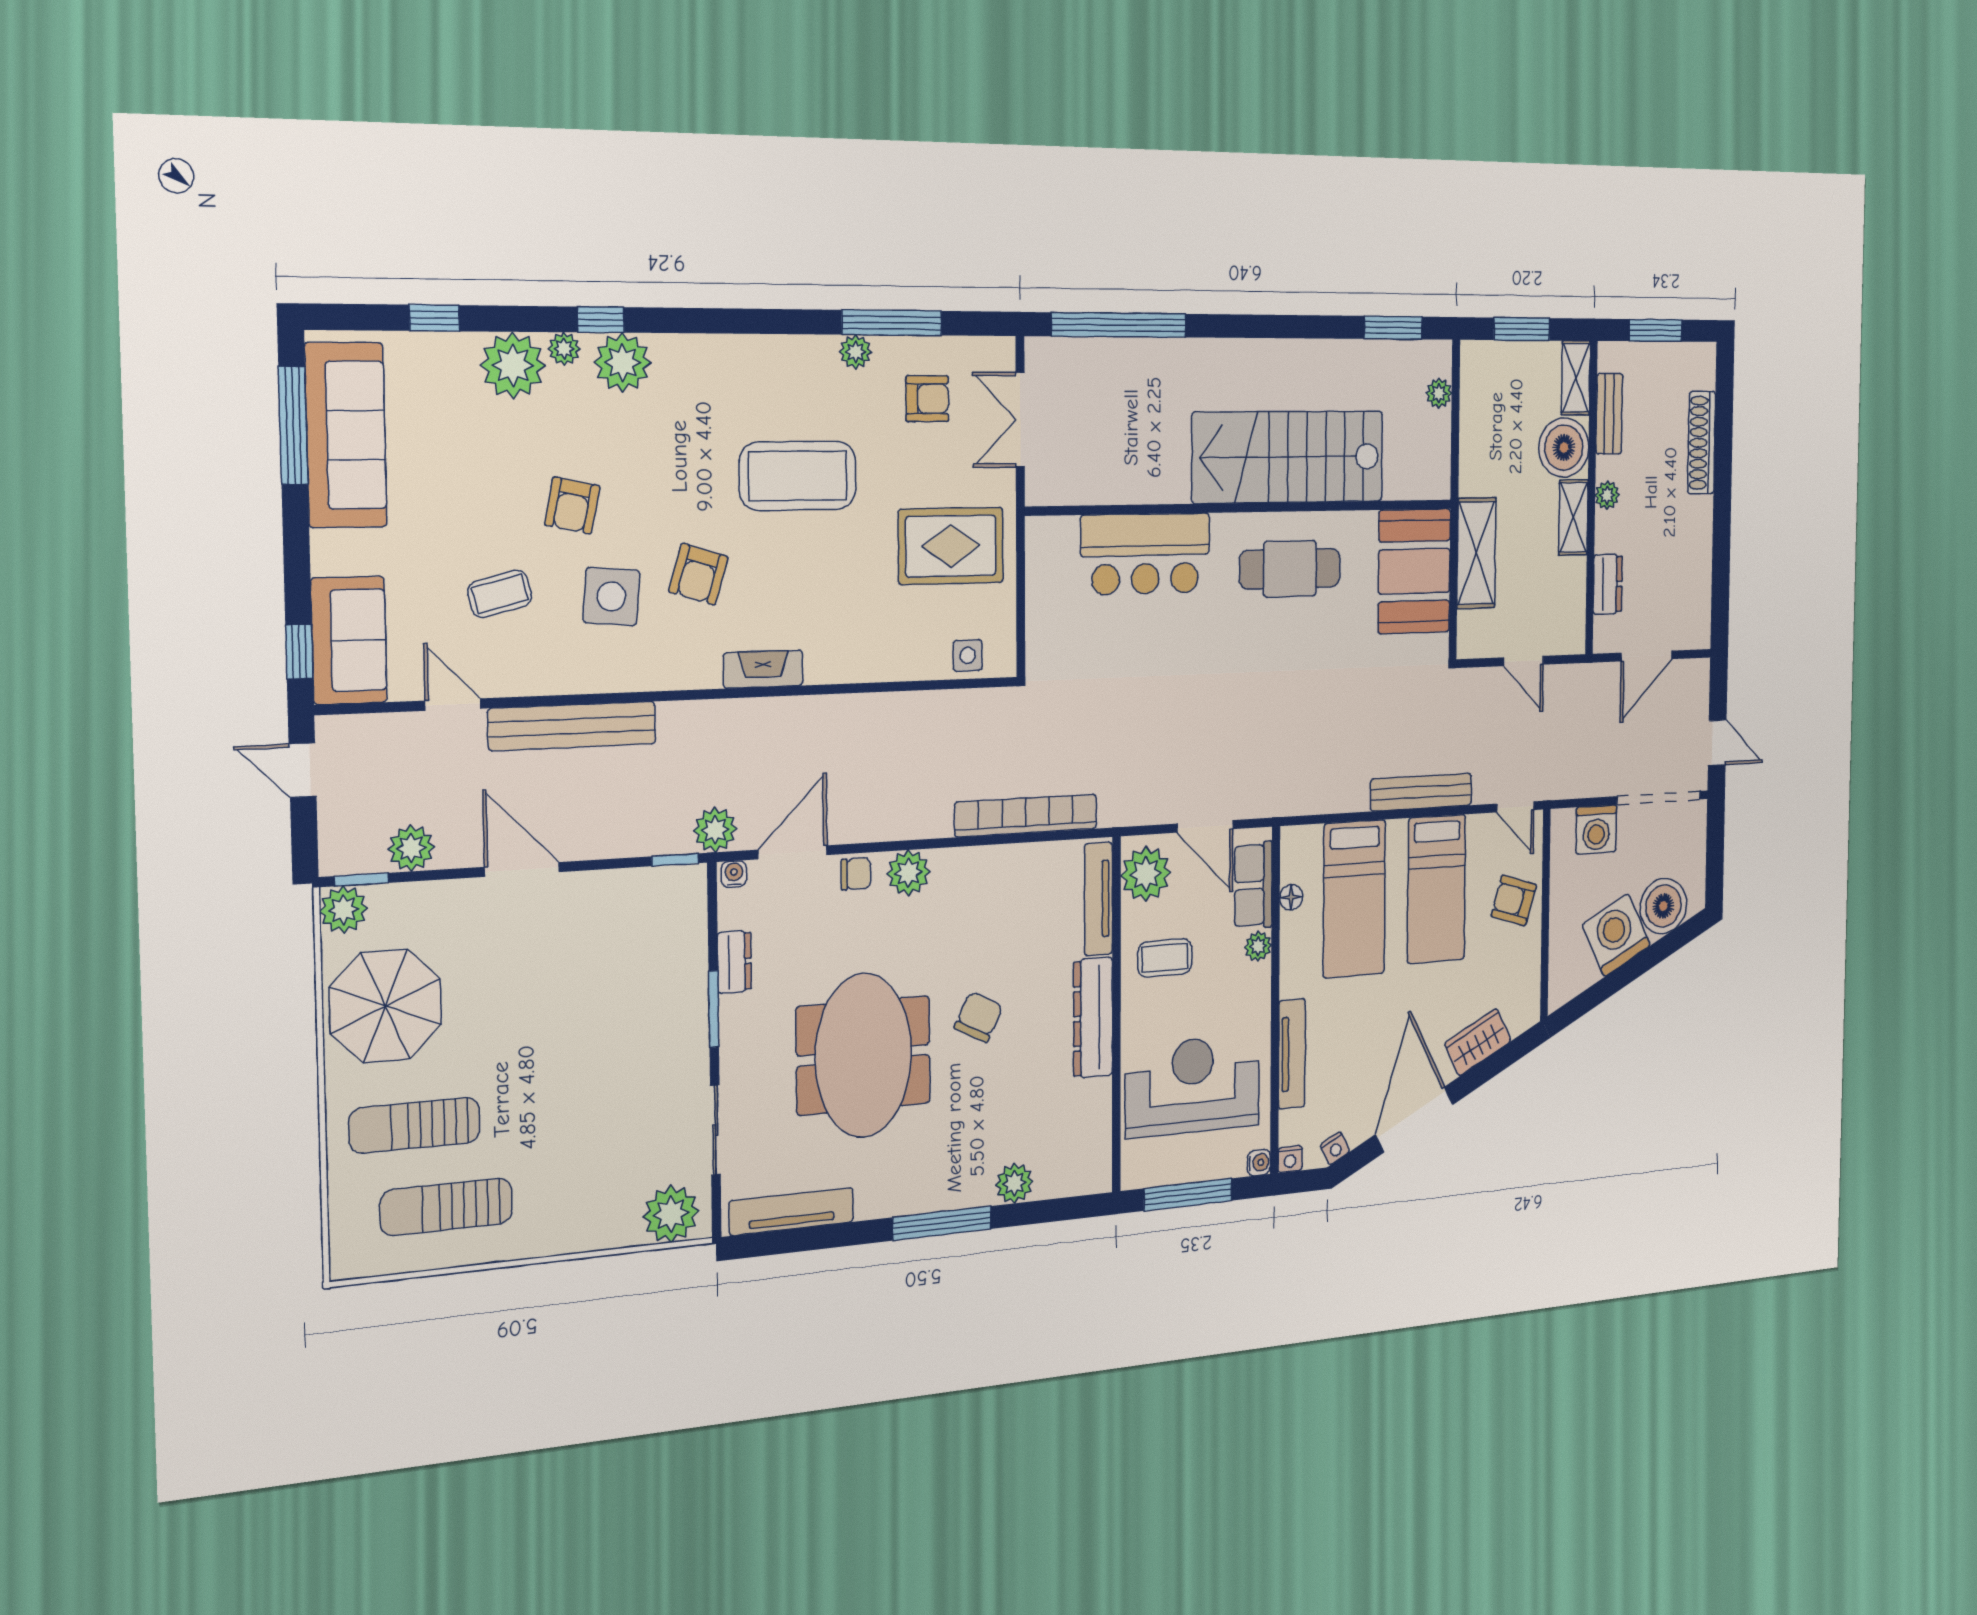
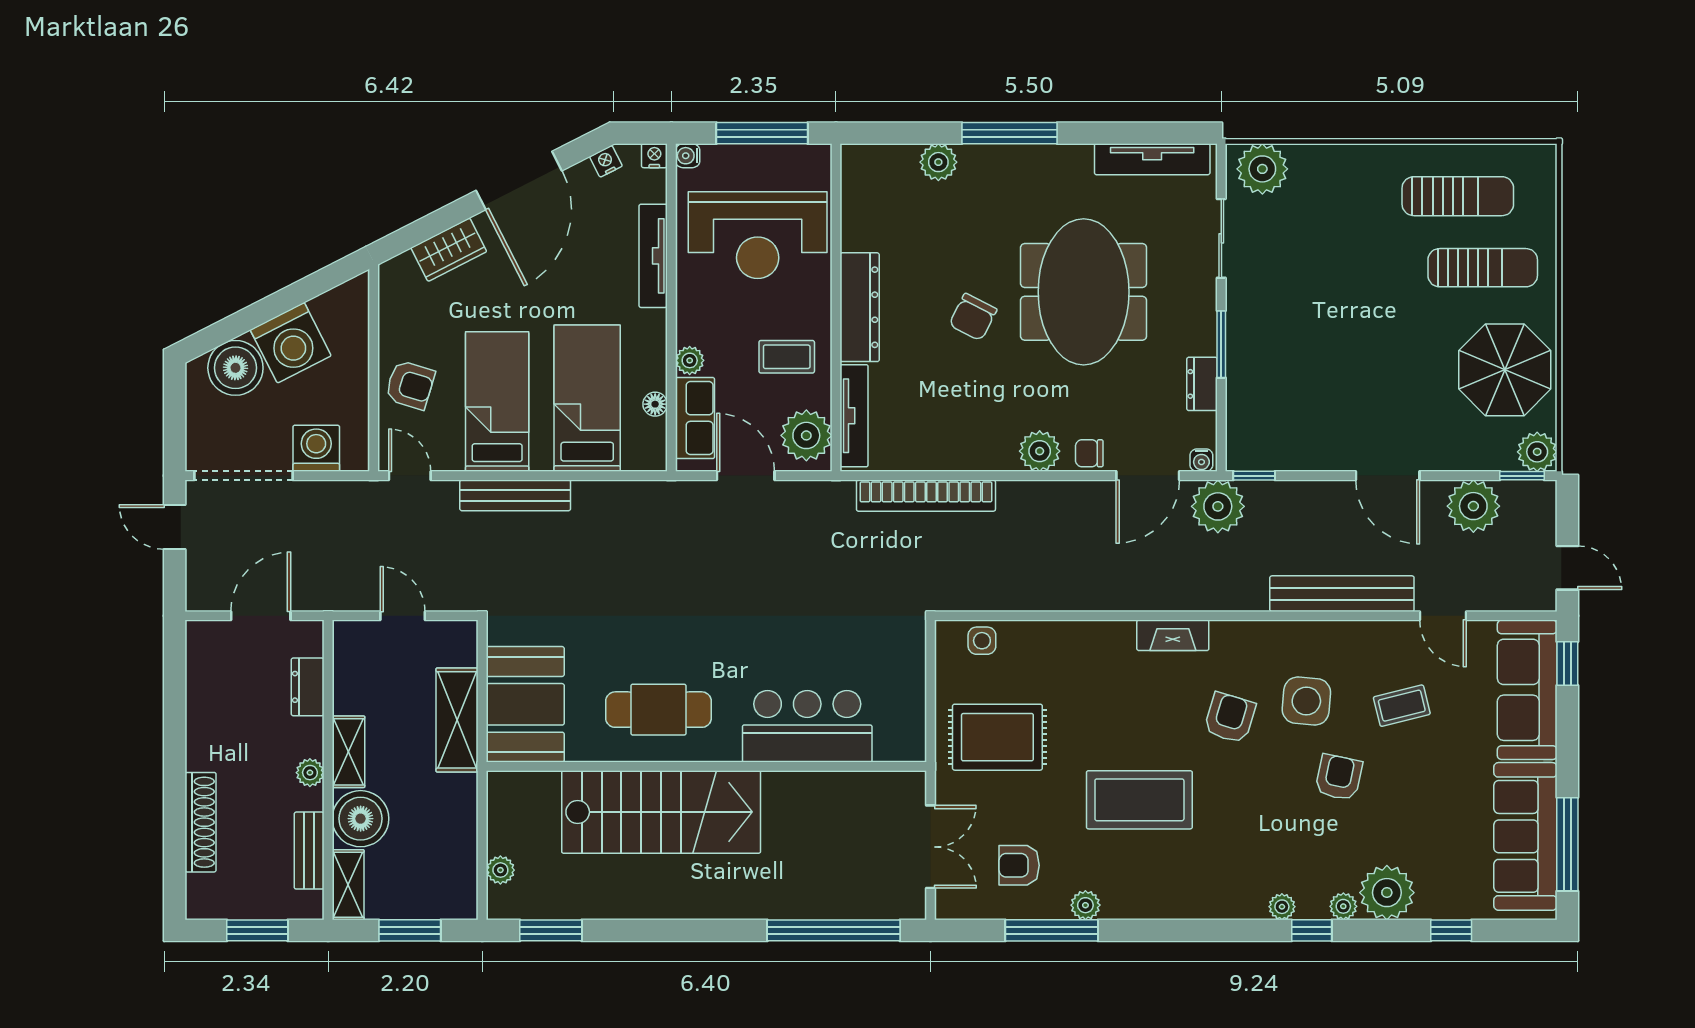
plant: (623, 363) -> (1282, 907), width x0.53, depth x0.53
sofa: (349, 640) -> (1527, 690), width x1.36
plant: (715, 830) -> (1218, 506), width x1.36, depth x1.36
plant: (411, 848) -> (1473, 506), width x1.36, depth x1.36

